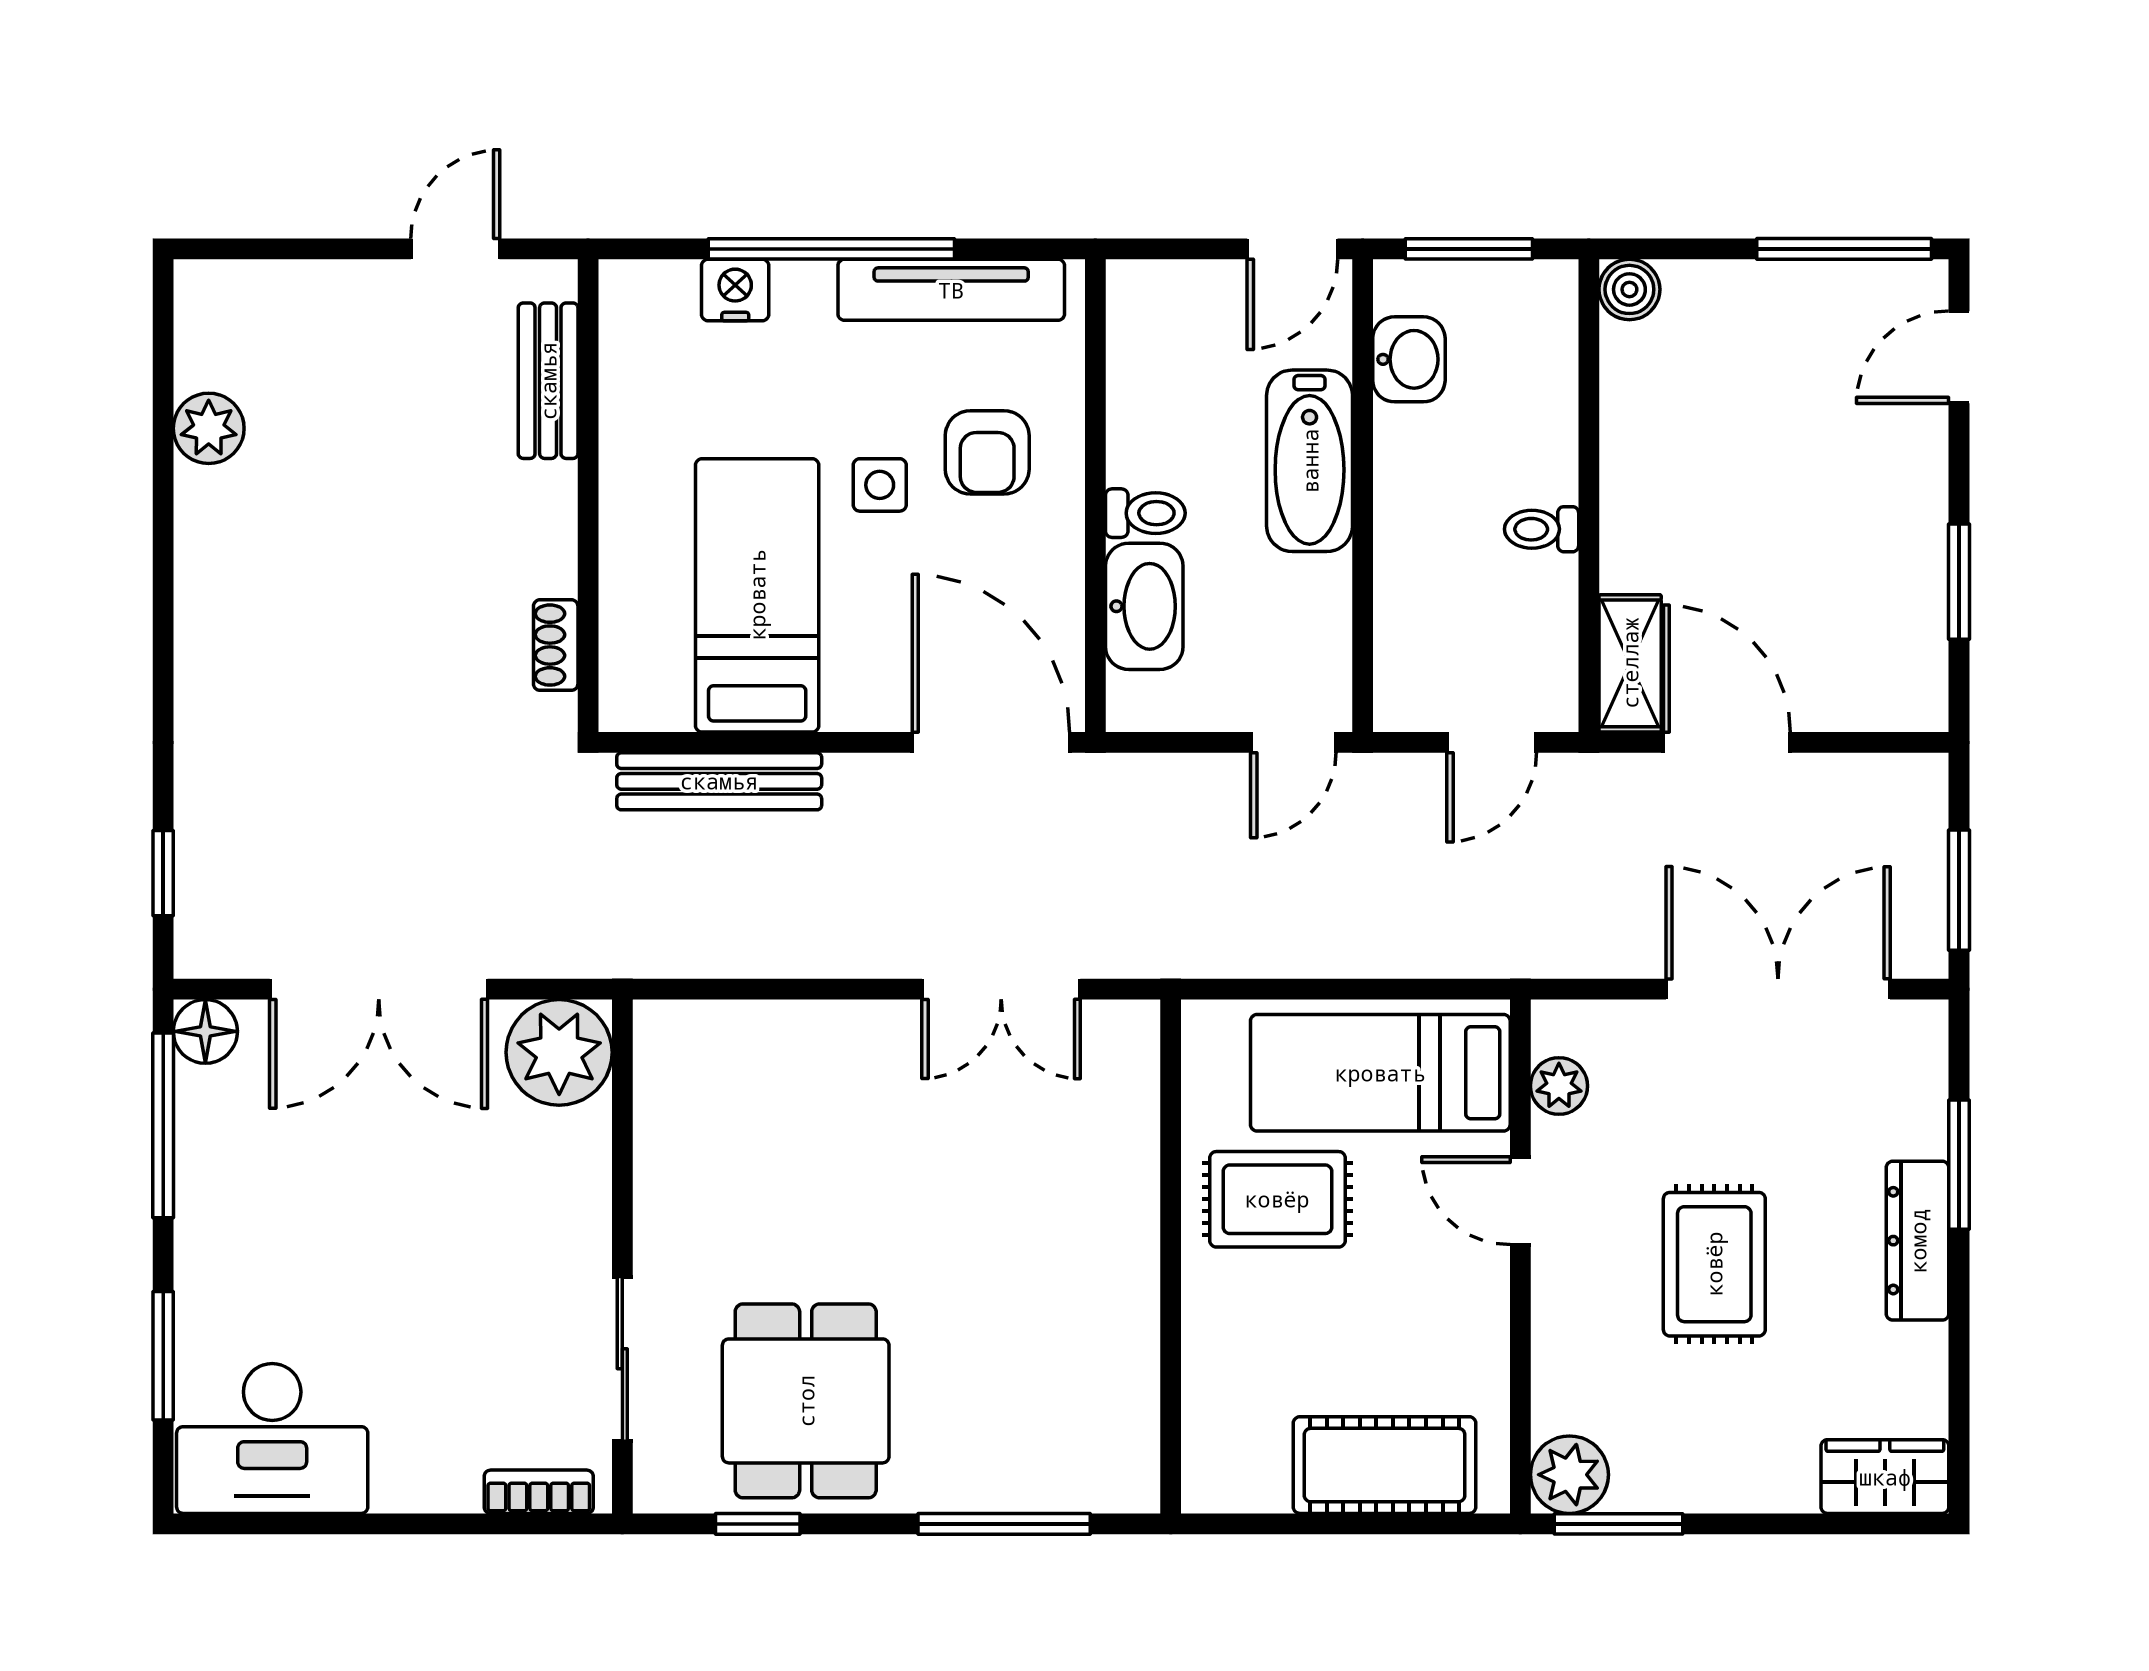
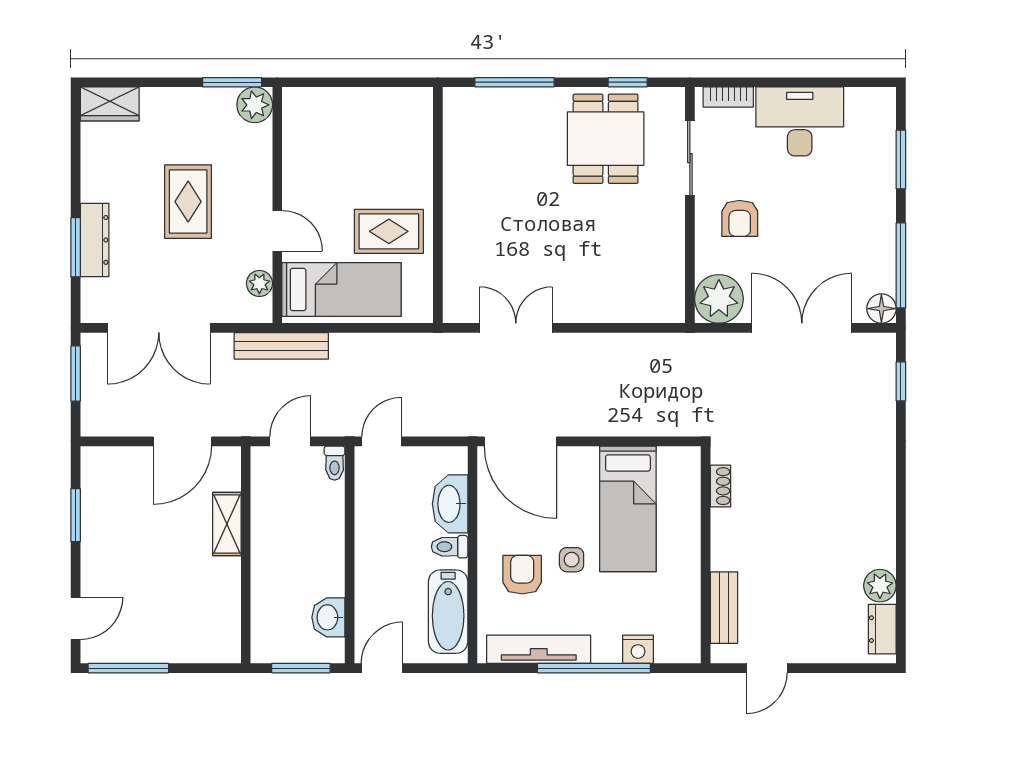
boiler: (1629, 289) -> (227, 649), removed
dresser: (204, 334) -> (882, 629), added
bathtub: (1310, 461) -> (448, 612), moved, turned 180
toilet: (1542, 529) -> (335, 463), moved, turned 90
shelving: (1630, 663) -> (227, 524), moved
door: (1727, 742) -> (182, 441), hinge flipped
bench: (719, 781) -> (281, 346), moved
armchair: (514, 1228) -> (740, 218), added
dresser: (1918, 1241) -> (95, 240), moved
desk: (272, 1439) -> (800, 121), moved
cot: (1385, 1465) -> (340, 109), removed

